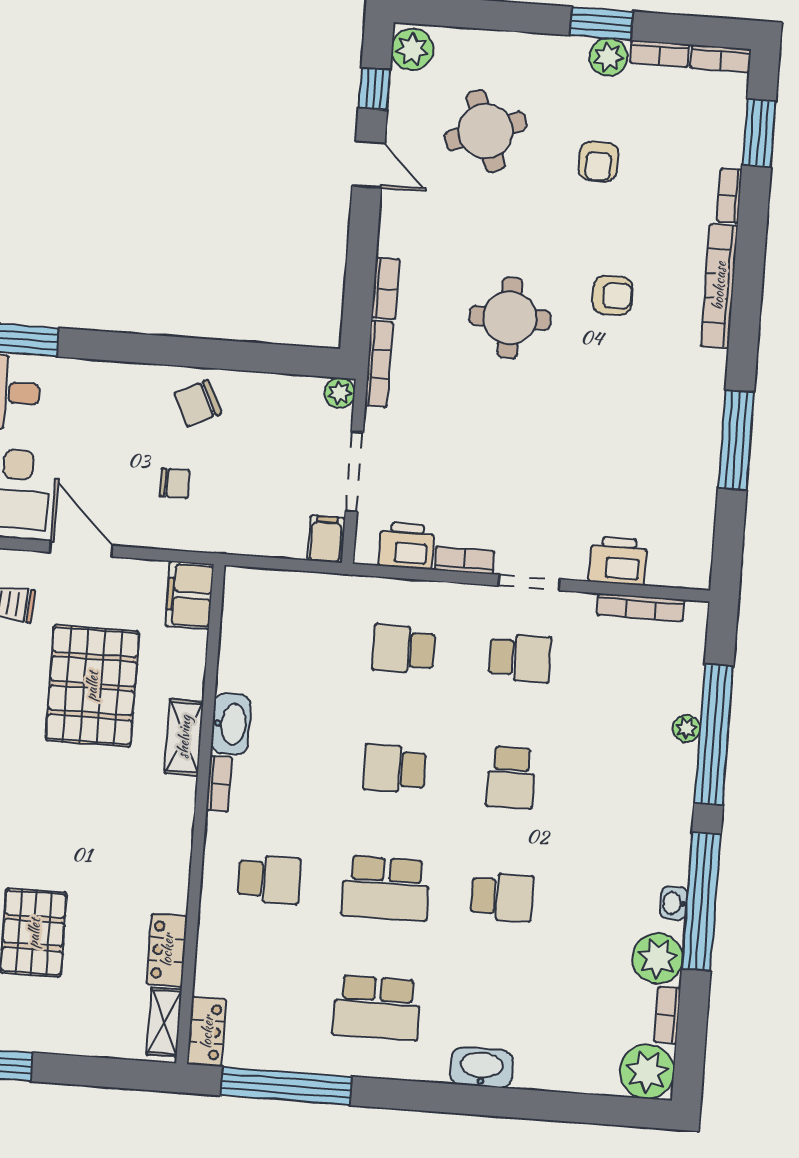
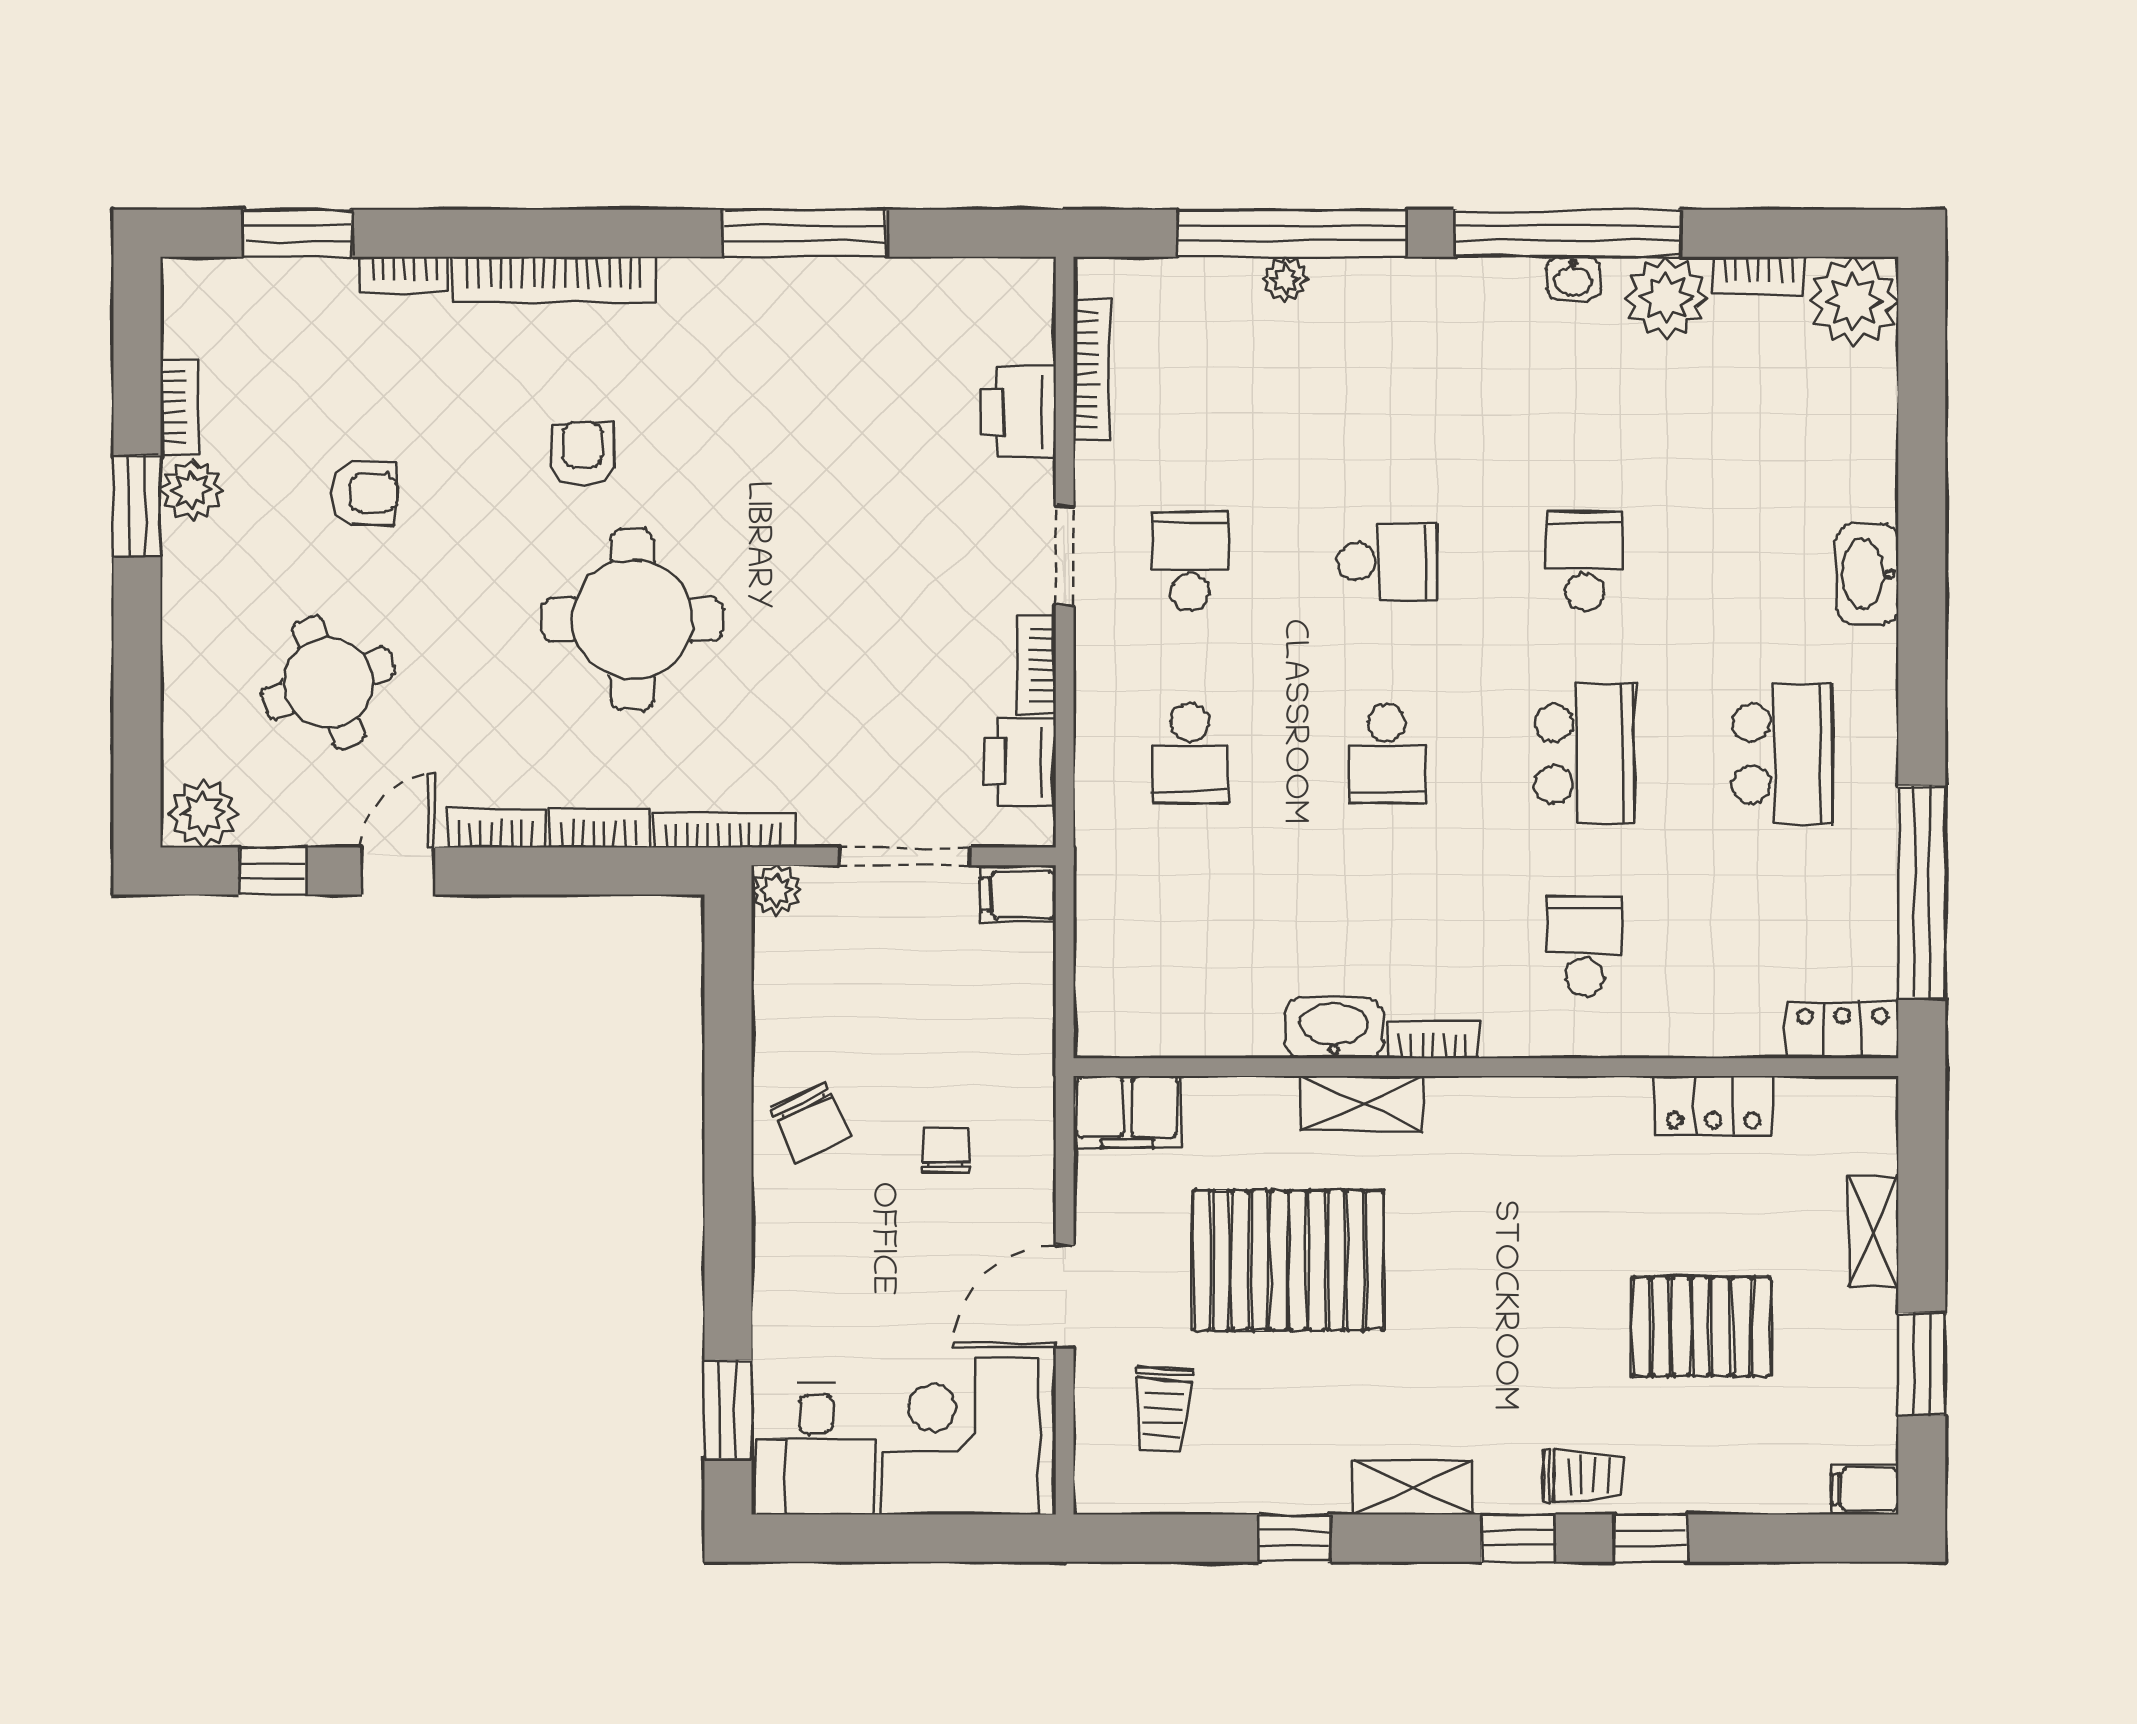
bookcase: (721, 58) -> (496, 828), moved, turned -90
round table: (510, 318) -> (632, 620), width x1.36, depth x1.36
shelving: (164, 1022) -> (1873, 1231), moved, turned 90

